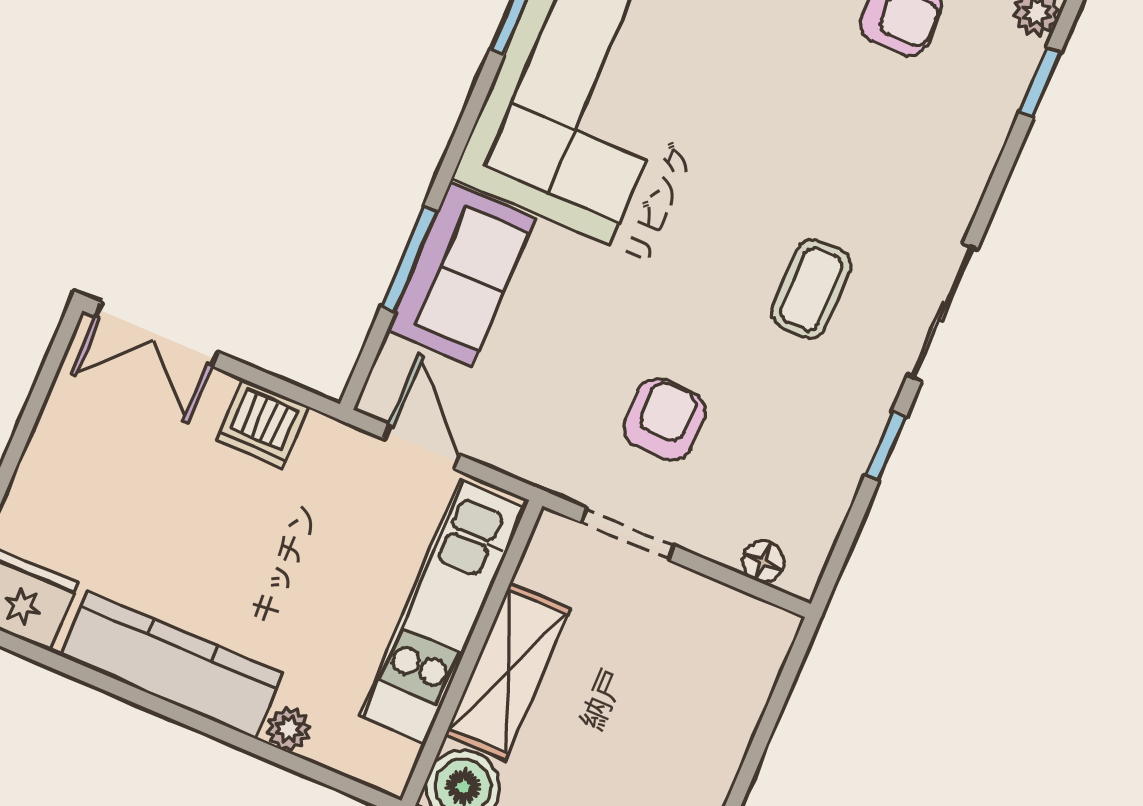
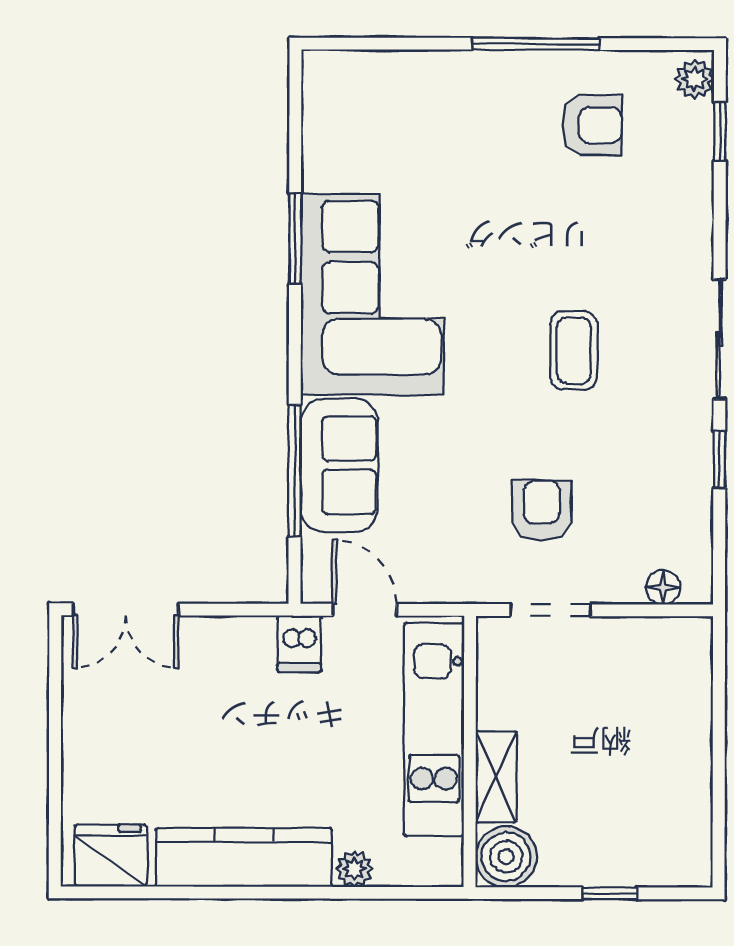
window: (409, 259) -> (295, 471), width x1.44
coffee table: (811, 289) -> (574, 350), moved
dishwasher: (263, 424) -> (299, 644), moved, width x0.73
shelving: (508, 672) -> (496, 777), width x0.67, depth x0.75

